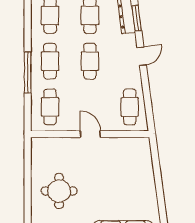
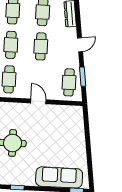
window: (137, 18) -> (83, 77), moved

